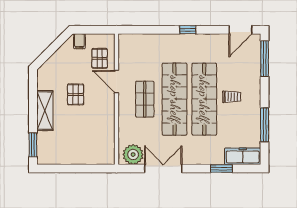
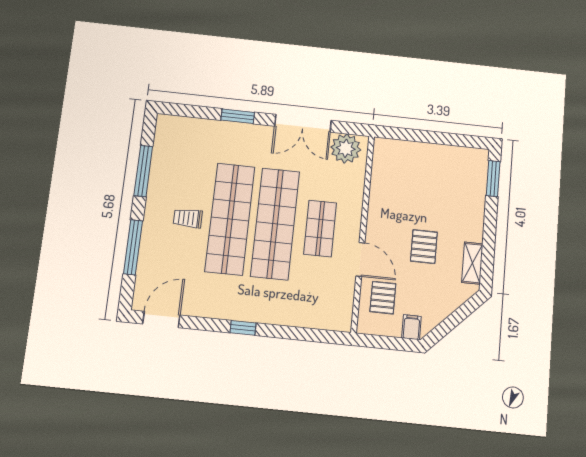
window: (265, 59) -> (133, 247), moved
shelving: (45, 111) -> (472, 263), moved, width x0.67, depth x0.75
freezer: (243, 156) -> (182, 128), removed
window: (221, 169) -> (238, 116), moved

